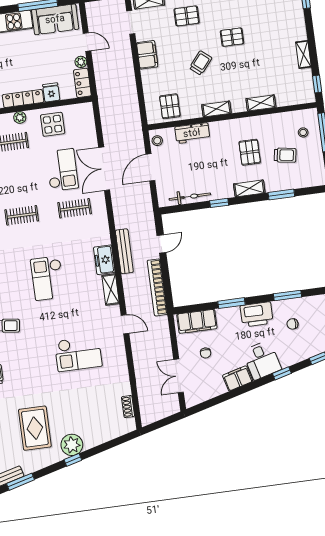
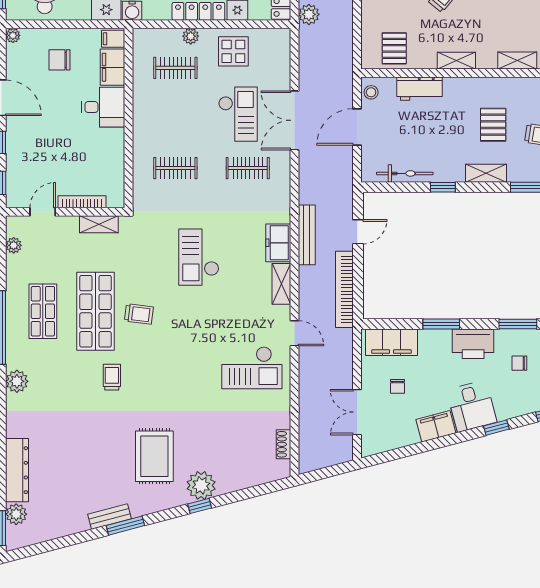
plant: (104, 90) -> (309, 14), added
checkout: (78, 354) -> (252, 368), moved

